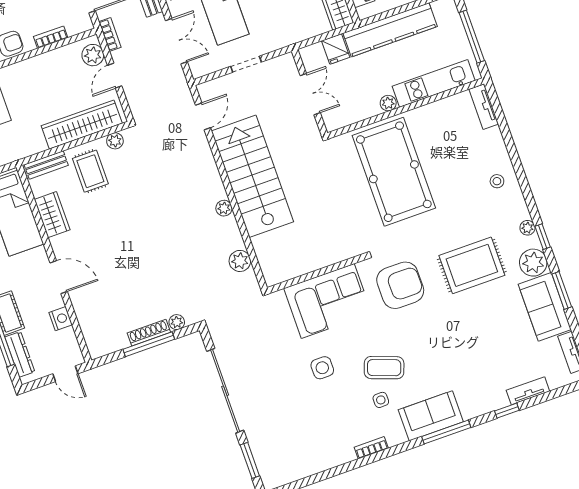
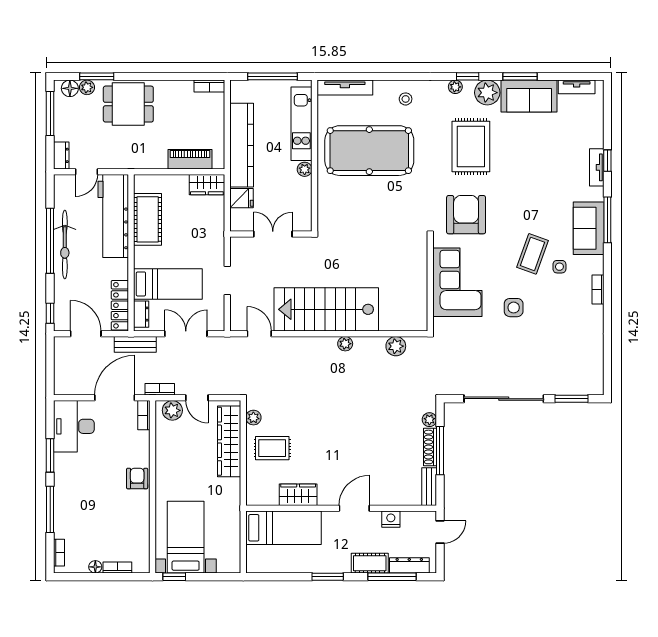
bookcase: (51, 37) -> (144, 415), moved
tv unit: (484, 107) -> (345, 88), width x1.41
bench: (46, 165) -> (429, 487), moved
pool table: (394, 172) -> (369, 151), moved
tv unit: (528, 391) -> (597, 167), moved

